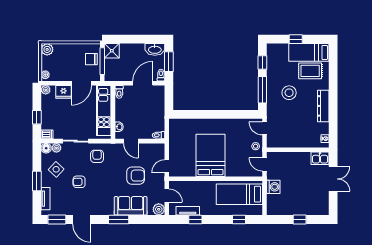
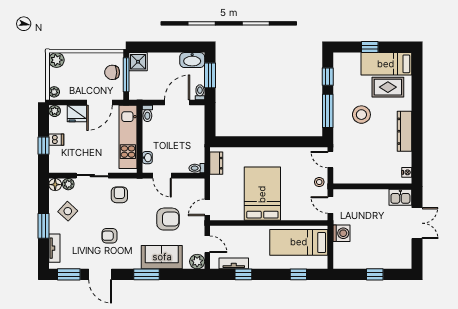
dresser: (174, 131) -> (216, 163), added
dishwasher: (47, 134) -> (56, 140), moved
armchair: (79, 182) -> (109, 236), moved

